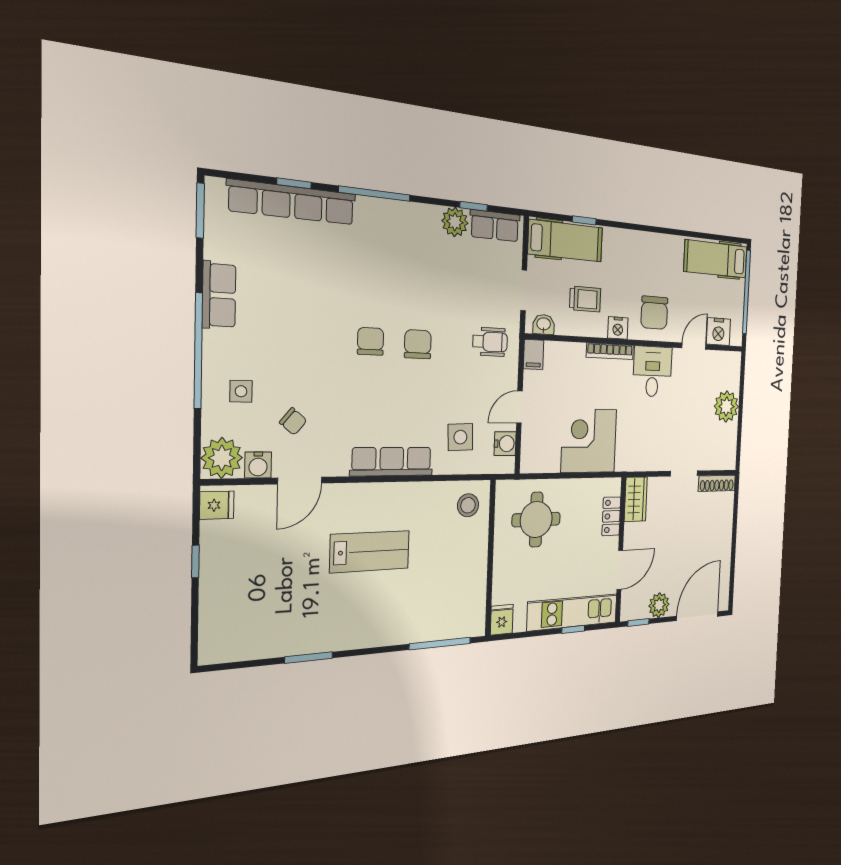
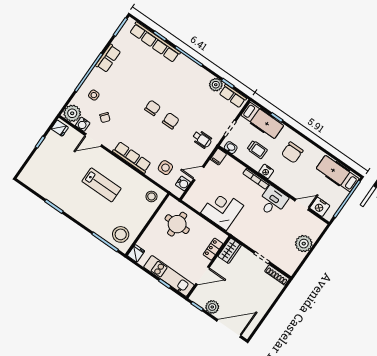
chair: (654, 313) -> (292, 153), moved
stool: (458, 610) -> (121, 234), added

